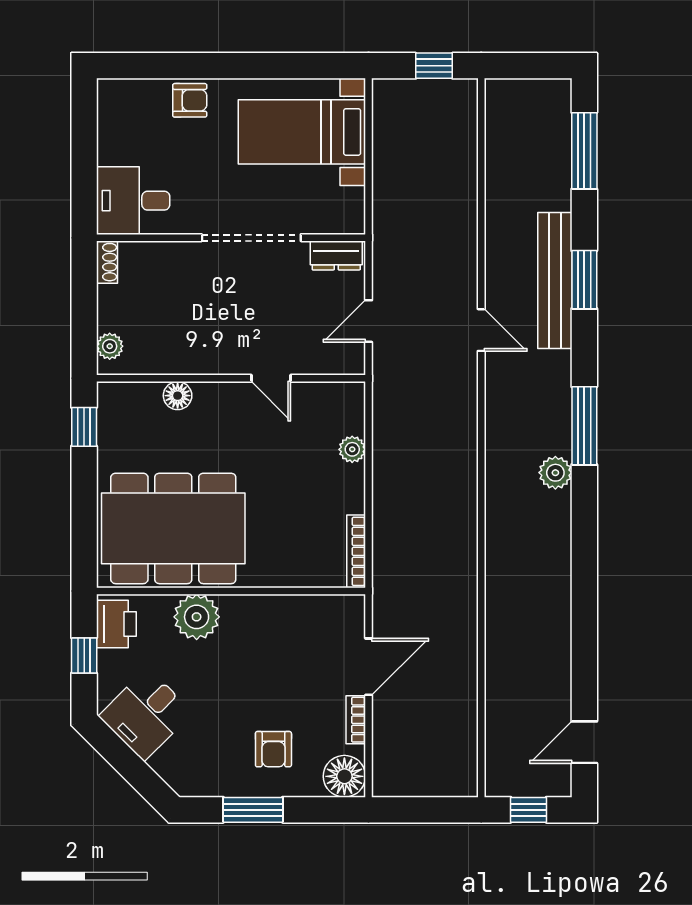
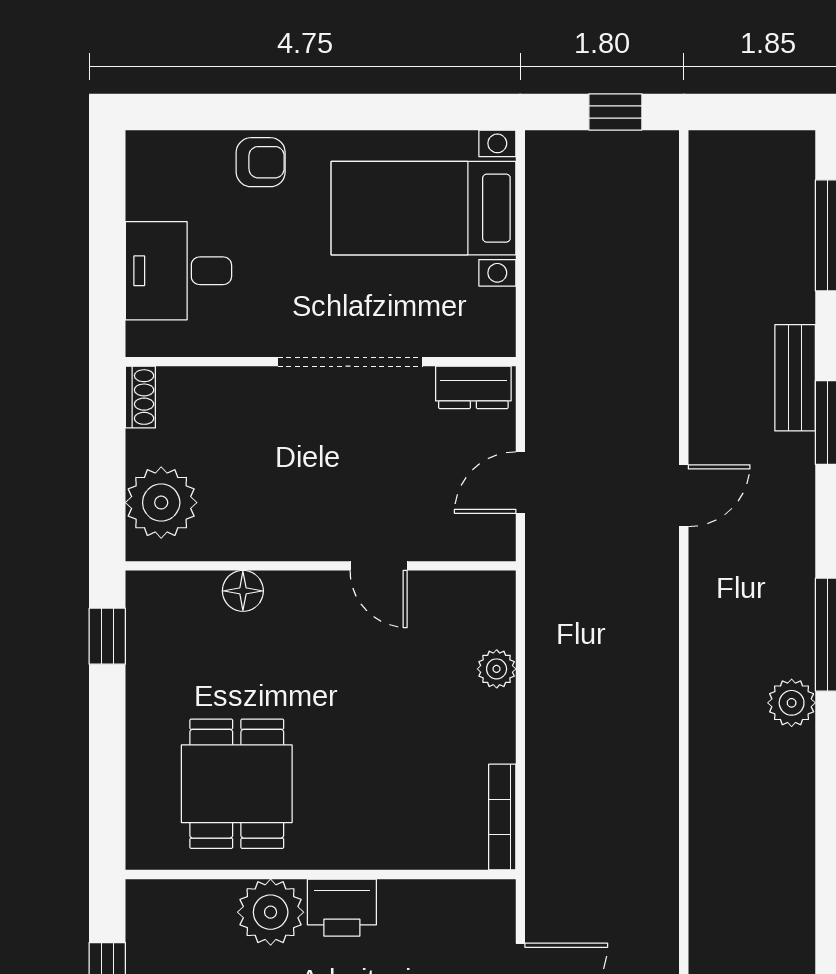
desk: (133, 201) -> (179, 271), moved
bench: (555, 280) -> (795, 378), width x0.54, depth x0.82
door: (481, 330) -> (684, 496), hinge flipped
plant: (110, 346) -> (161, 503), width x1.88, depth x1.88
dining table: (173, 528) -> (237, 784), width x0.53, depth x0.80
printer: (116, 624) -> (342, 908), moved, turned 90

